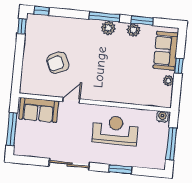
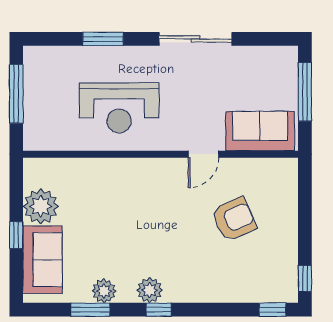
window: (104, 17) -> (159, 310), width x0.46
plant: (168, 81) -> (41, 206), width x1.87, depth x1.87
water cooler: (162, 117) -> (37, 141), removed

